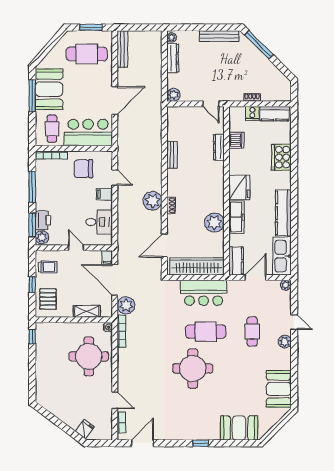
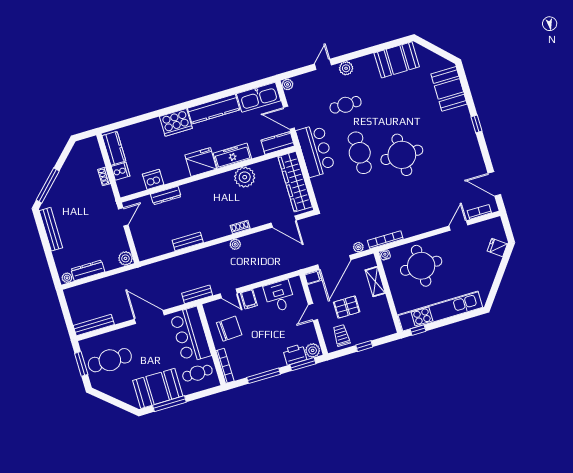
cafe table: (87, 54) -> (110, 360), turned 90
bench: (122, 149) -> (197, 294), added
cooker: (281, 157) -> (176, 122), moved
chair: (83, 169) -> (229, 329), turned -93
door: (115, 178) -> (229, 294), swing flipped
plant: (153, 201) -> (235, 244), width x0.53, depth x0.53
bar counter: (204, 293) -> (316, 150), moved
pallet: (48, 299) -> (347, 307), moved
plant: (126, 305) -> (358, 247), width x0.53, depth x0.53
kitchen unit: (43, 362) -> (440, 311), added

